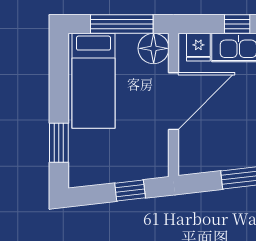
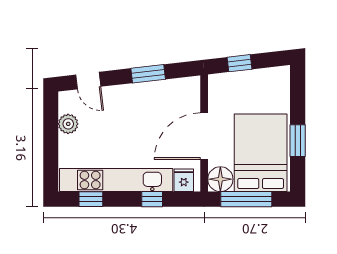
bed: (93, 81) -> (261, 153), width x1.50
window: (59, 143) -> (298, 141), moved

